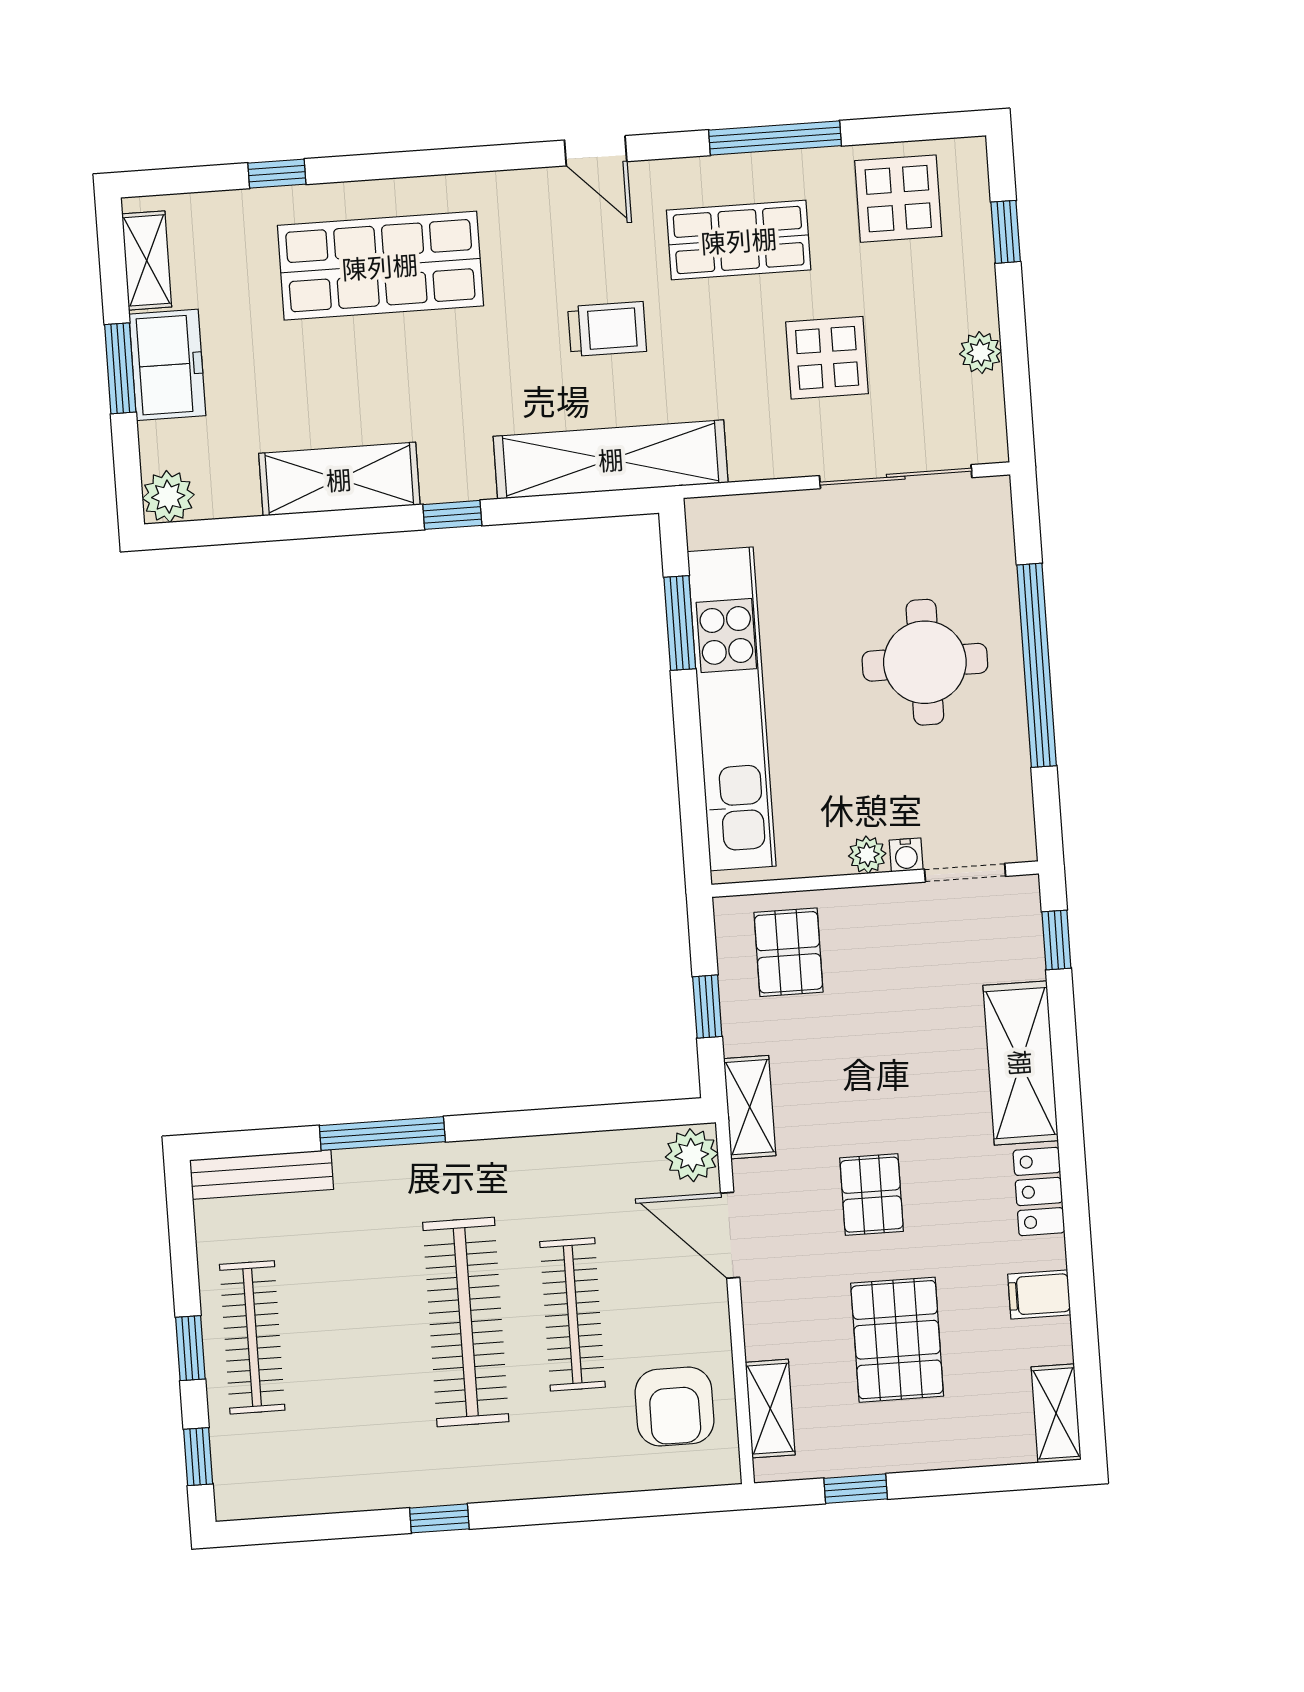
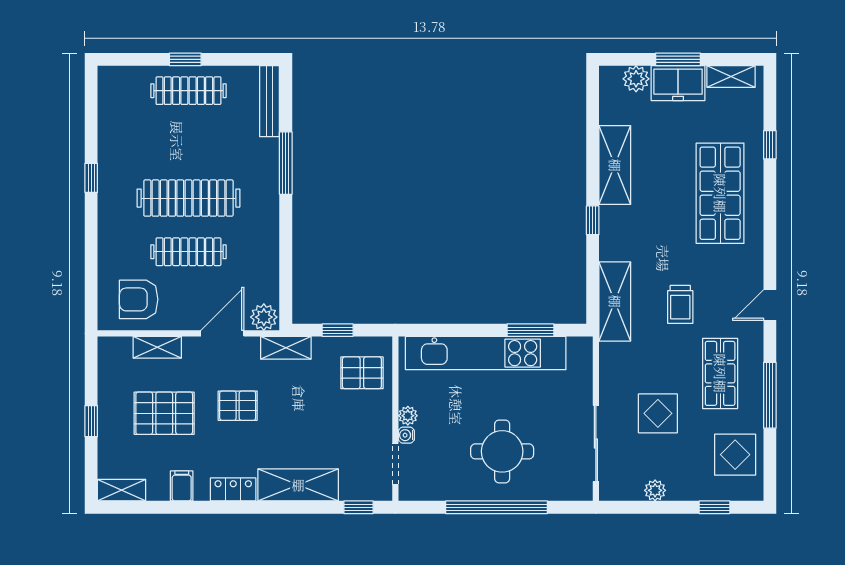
shelving: (611, 459) -> (615, 301), width x0.68
plant: (168, 497) -> (636, 79), moved
shelving: (770, 1409) -> (157, 347), moved
window: (198, 1457) -> (131, 59), removed
window: (856, 1489) -> (91, 421), moved

